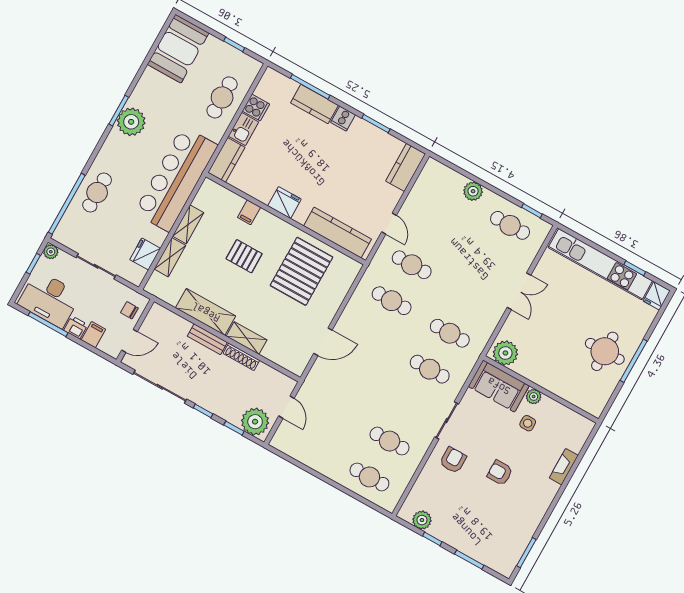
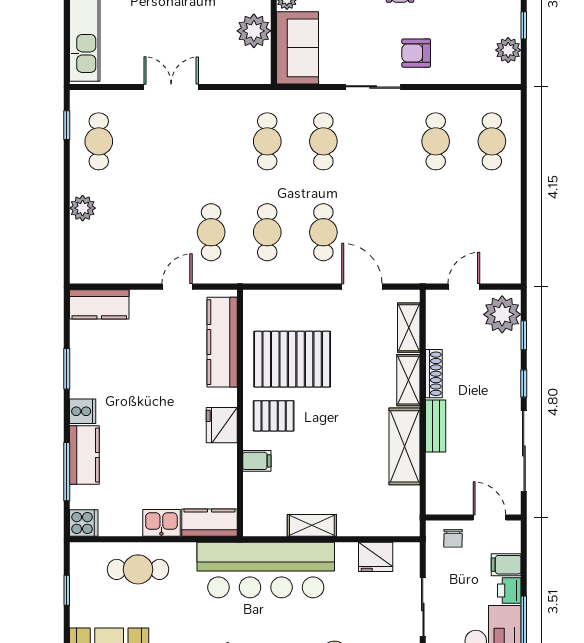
cooker: (256, 108) -> (84, 523), moved, turned 90
pallet: (244, 256) -> (274, 416), moved, turned 90
shelving: (170, 257) -> (409, 328), moved, turned 90
cafe table: (372, 337) -> (323, 232), added
plant: (505, 353) -> (254, 31), moved

